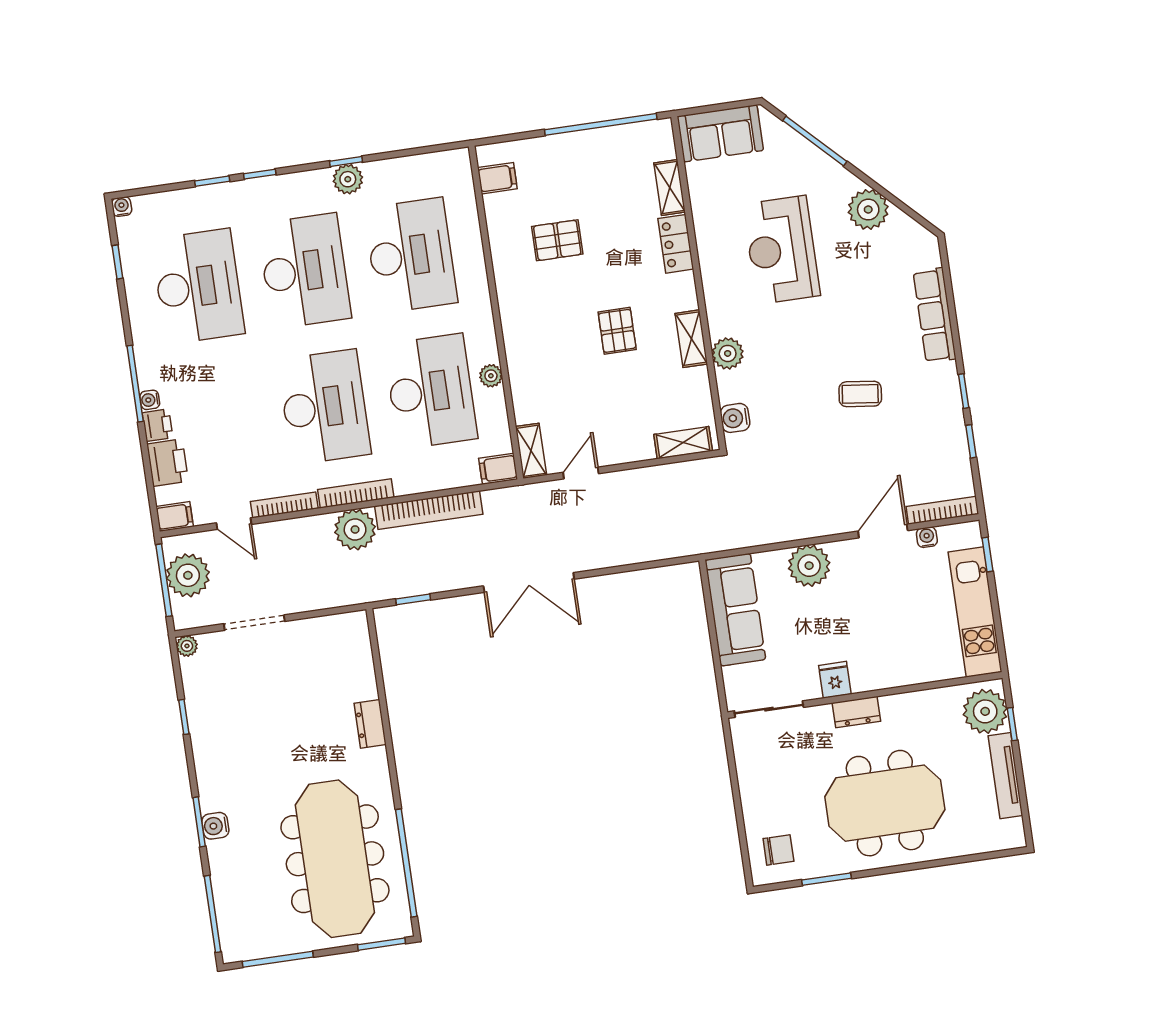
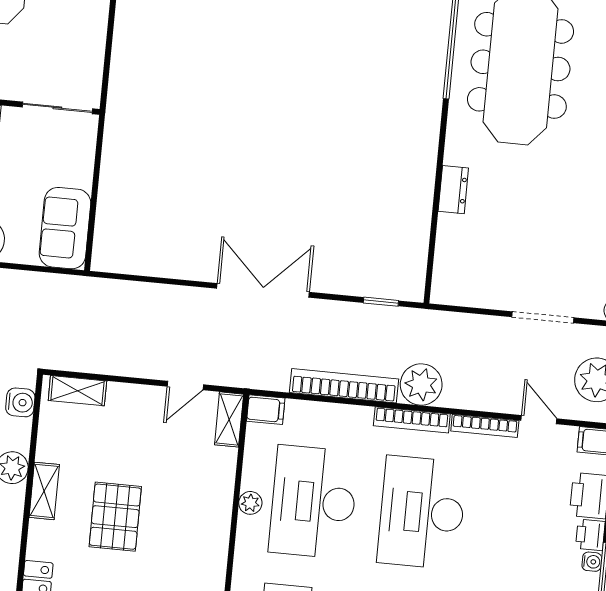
pallet: (617, 331) -> (115, 517), width x1.50, depth x1.42
sofa: (735, 610) -> (65, 228), width x0.73

